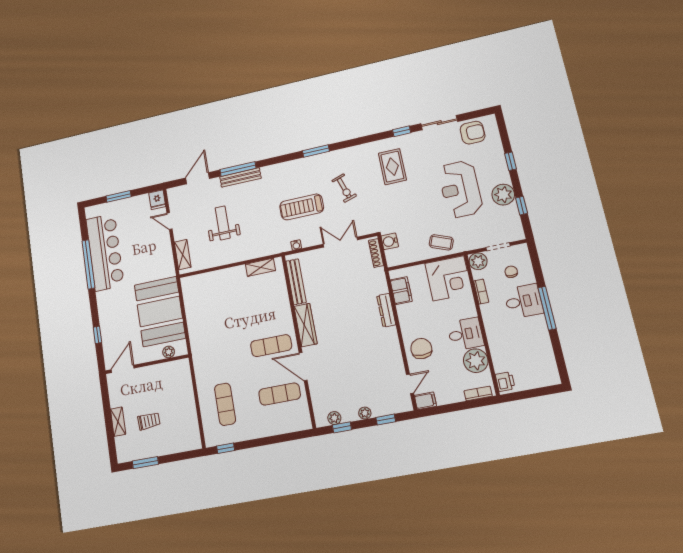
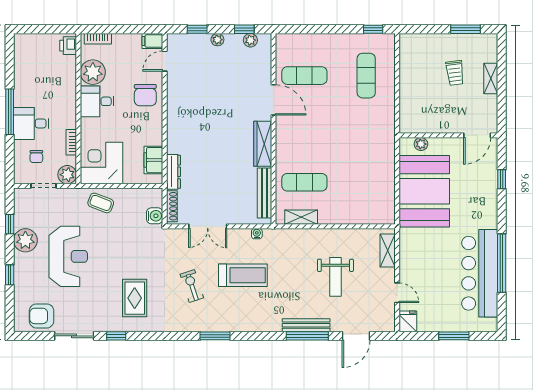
dresser: (386, 310) -> (173, 172), moved
exercise mat: (271, 346) -> (304, 182), moved
trolley: (149, 421) -> (455, 73), turned -94

